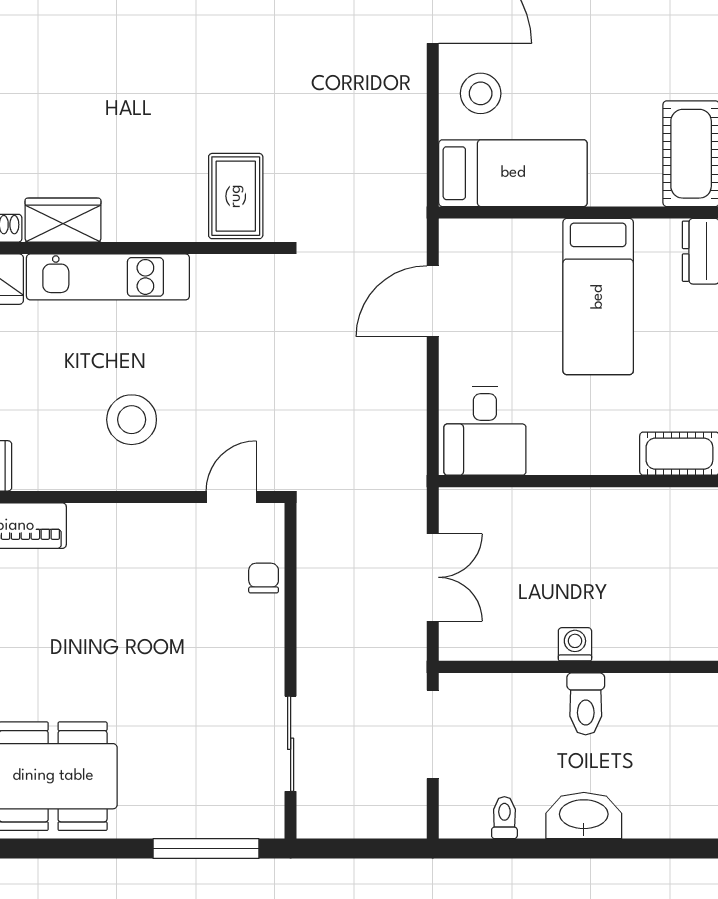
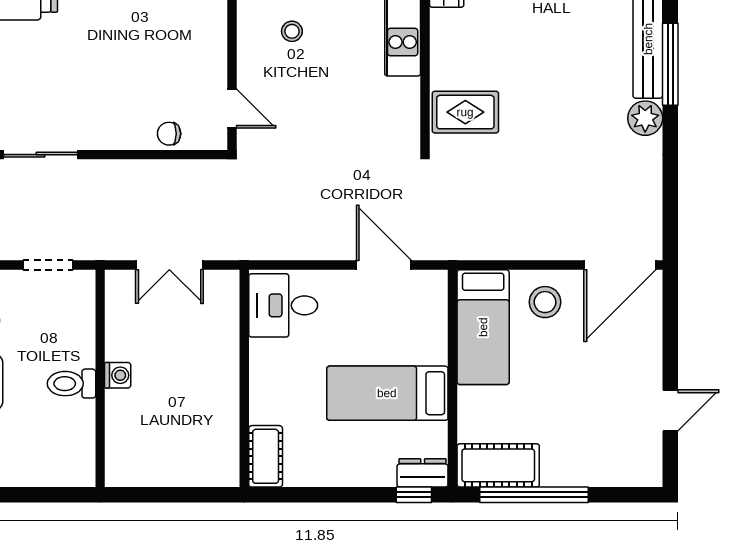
stool: (132, 420) -> (292, 31), width x0.53, depth x0.53
chair: (264, 578) -> (169, 134), turned 180
doorway: (433, 734) -> (48, 265), width x0.73

